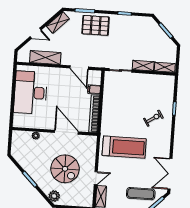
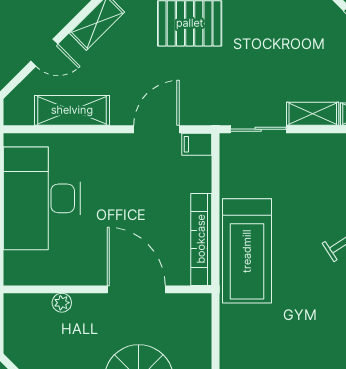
door: (79, 68) -> (156, 129), swing flipped
filing cabinet: (94, 89) -> (197, 144), moved
treadmill: (124, 147) -> (247, 251), moved, turned 90

